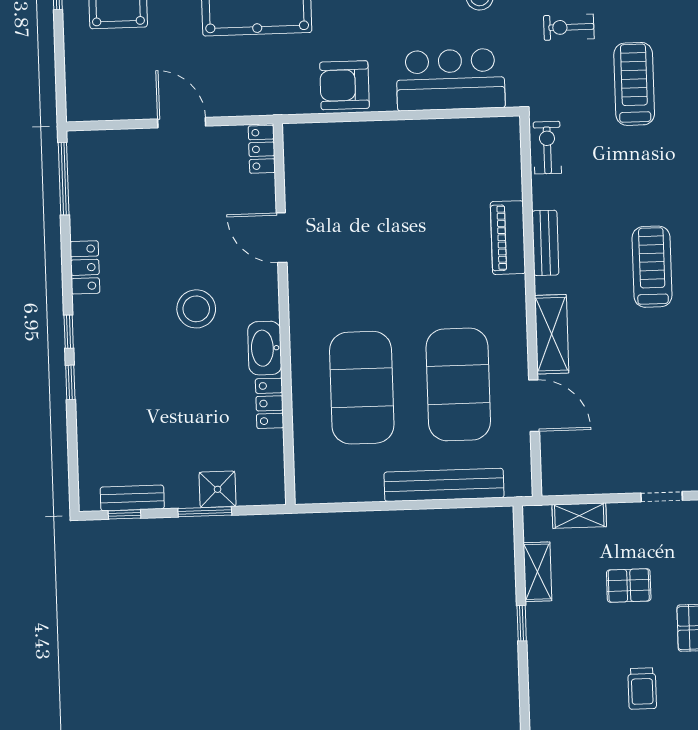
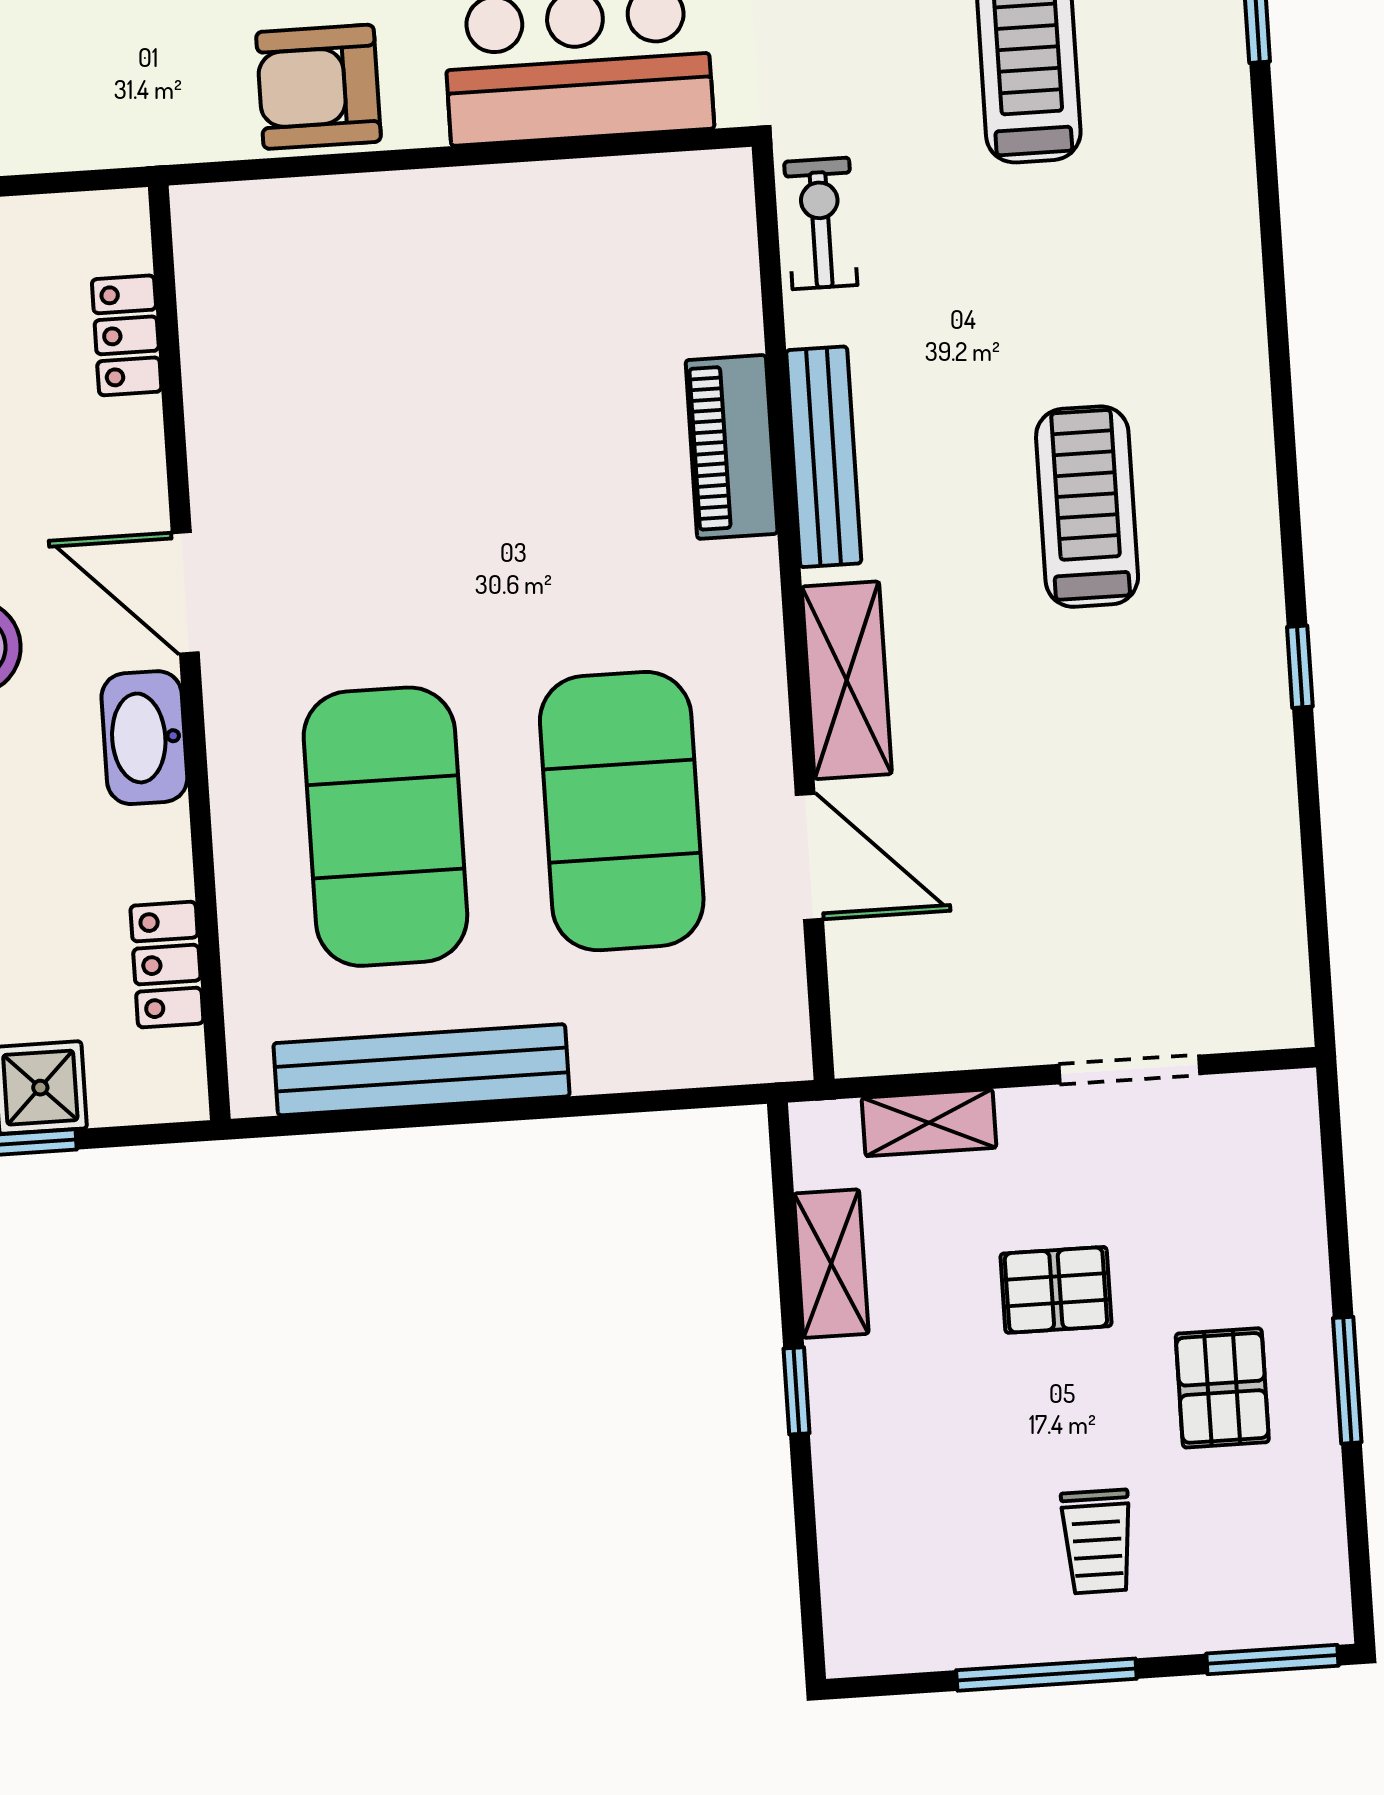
locker: (262, 149) -> (127, 335), moved
door: (282, 238) -> (185, 593), moved
bench: (545, 243) -> (824, 457), width x1.36
locker: (270, 403) -> (167, 965), moved
bench: (444, 485) -> (422, 1070), moved
doorway: (662, 497) -> (1129, 1069), width x1.38

